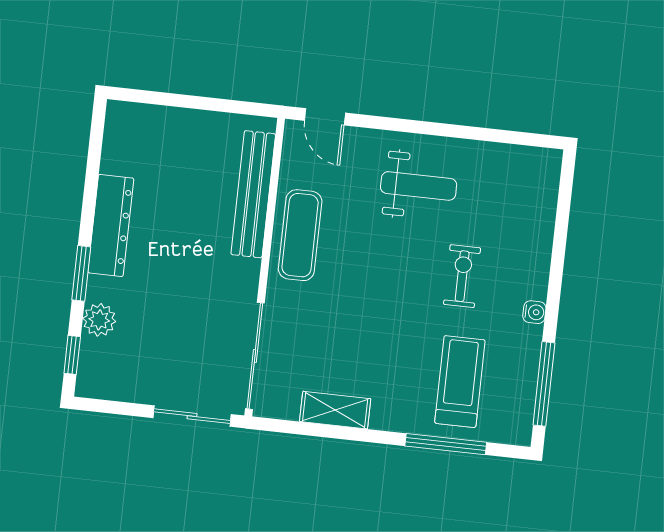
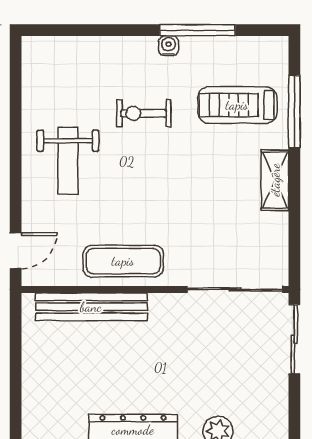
weight bench: (419, 186) -> (68, 161), turned 180
window: (544, 384) -> (198, 30), moved
shelving: (335, 410) -> (275, 180), moved

